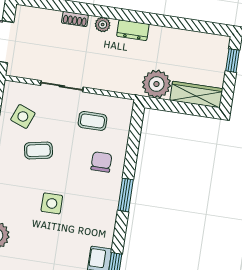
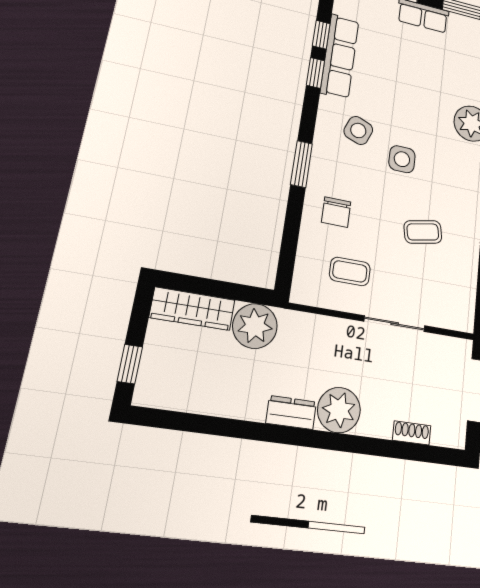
shoe rack: (75, 19) -> (412, 433), moved
plant: (103, 25) -> (339, 410), width x1.87, depth x1.87
side table: (23, 116) -> (358, 130), moved

